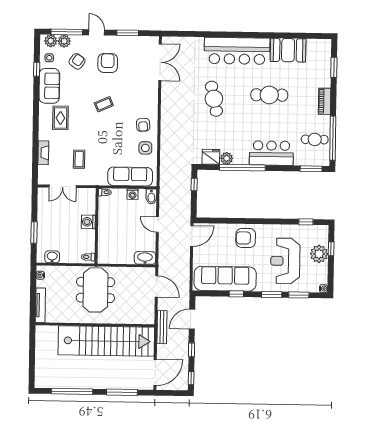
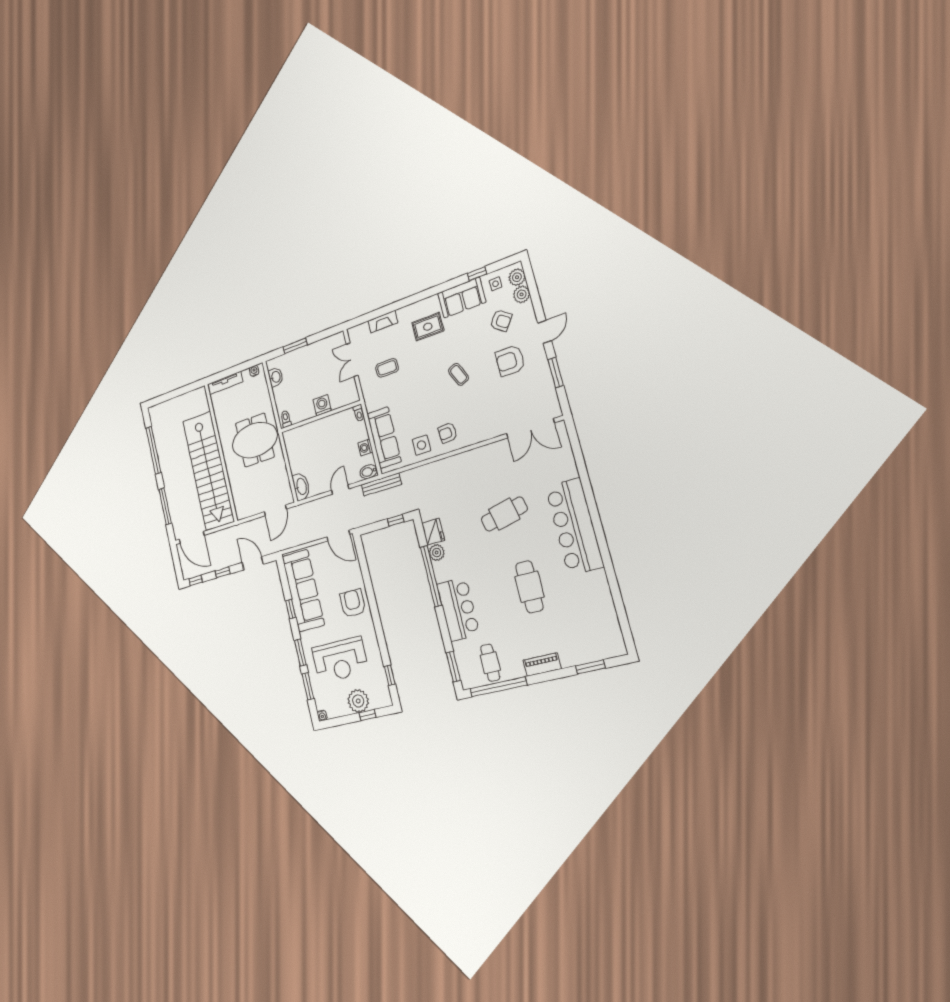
window: (67, 32) -> (534, 293), removed
booth: (288, 50) -> (595, 597), removed
armchair: (108, 63) -> (510, 361), turned 180
reception desk: (285, 261) -> (340, 660), turned 180
bench: (162, 327) -> (381, 484), moved

